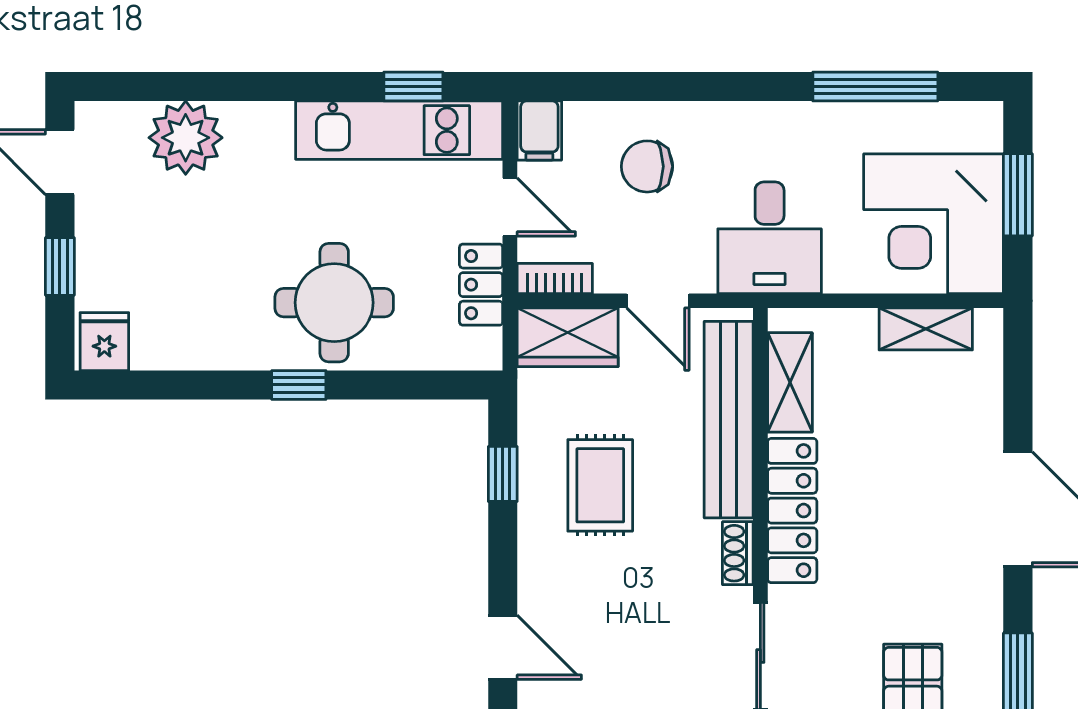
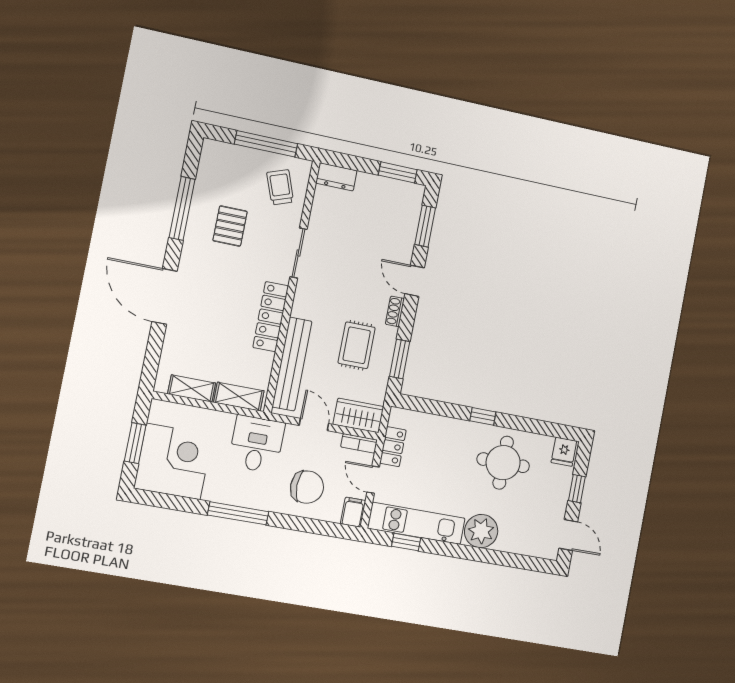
window: (875, 87) -> (238, 513), moved
plant: (186, 138) -> (481, 531), moved
chair: (647, 166) -> (307, 487), width x1.37, depth x1.37
corner desk: (934, 224) -> (173, 461), moved
round table: (334, 303) -> (503, 463), moved
shelving: (790, 382) -> (239, 397), moved, turned 90
window: (503, 474) -> (400, 359), width x1.50
shoe rack: (738, 553) -> (395, 311), moved, turned 180

